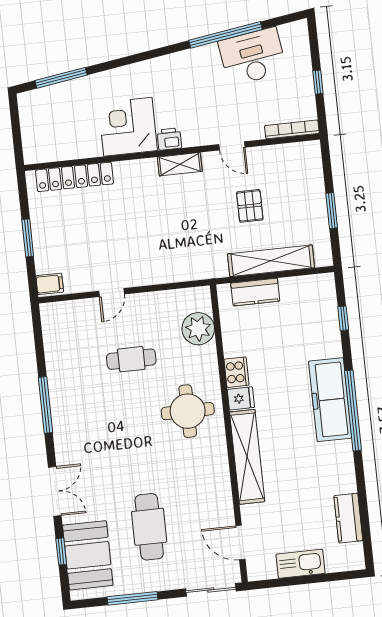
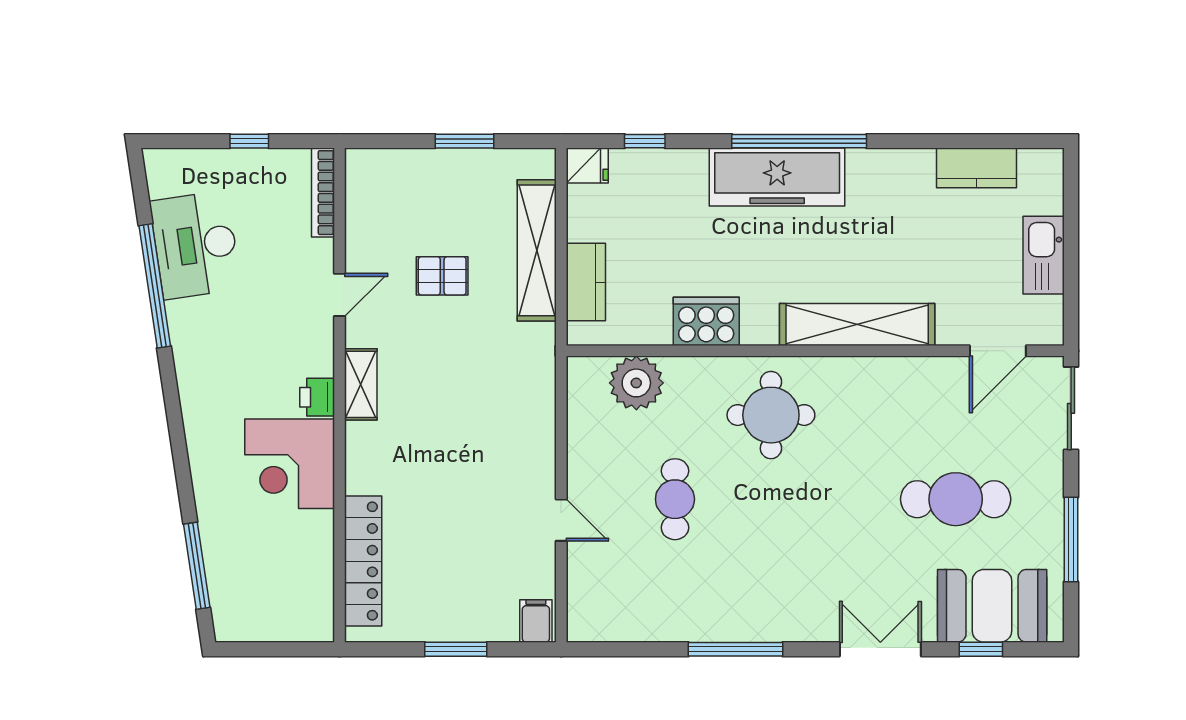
cooker: (237, 372) -> (706, 321), width x1.37, depth x1.31
fridge: (241, 398) -> (587, 166), moved, turned 90

